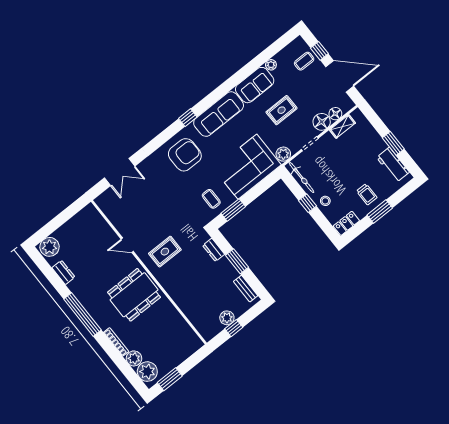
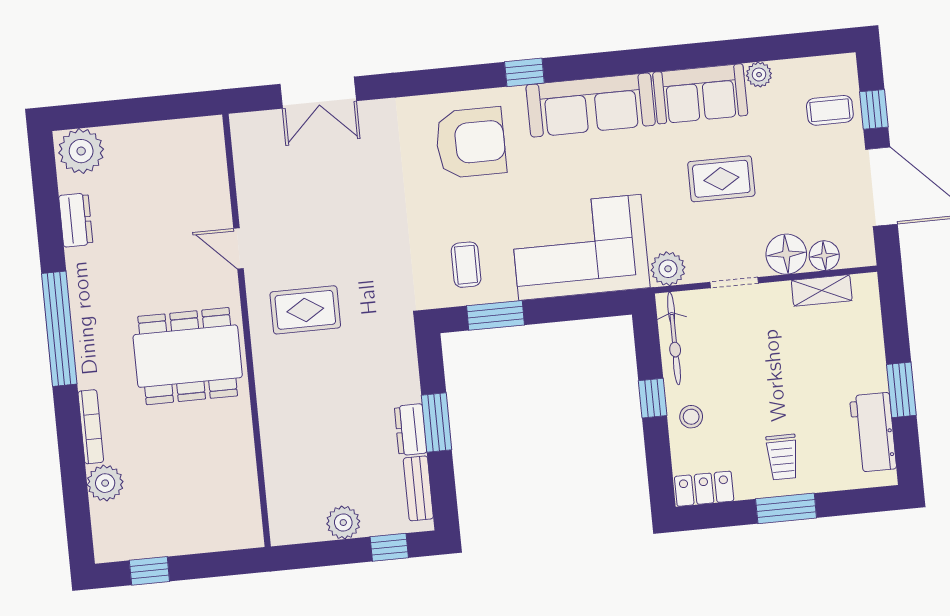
dresser: (214, 250) -> (411, 430), moved
window: (234, 328) -> (389, 547), moved
plant: (147, 372) -> (115, 527), removed
window: (170, 379) -> (149, 571), width x0.67

